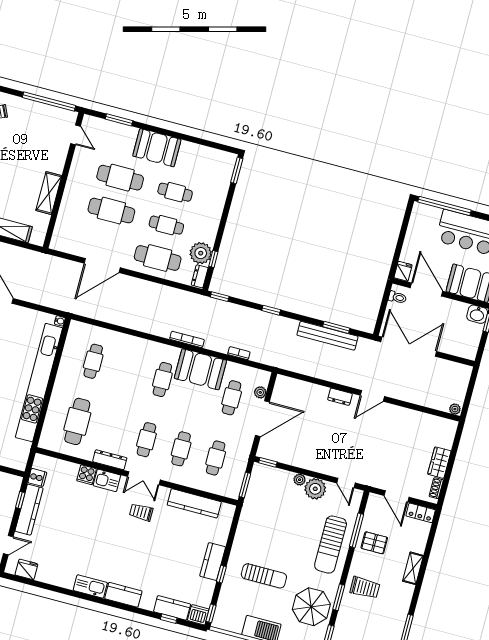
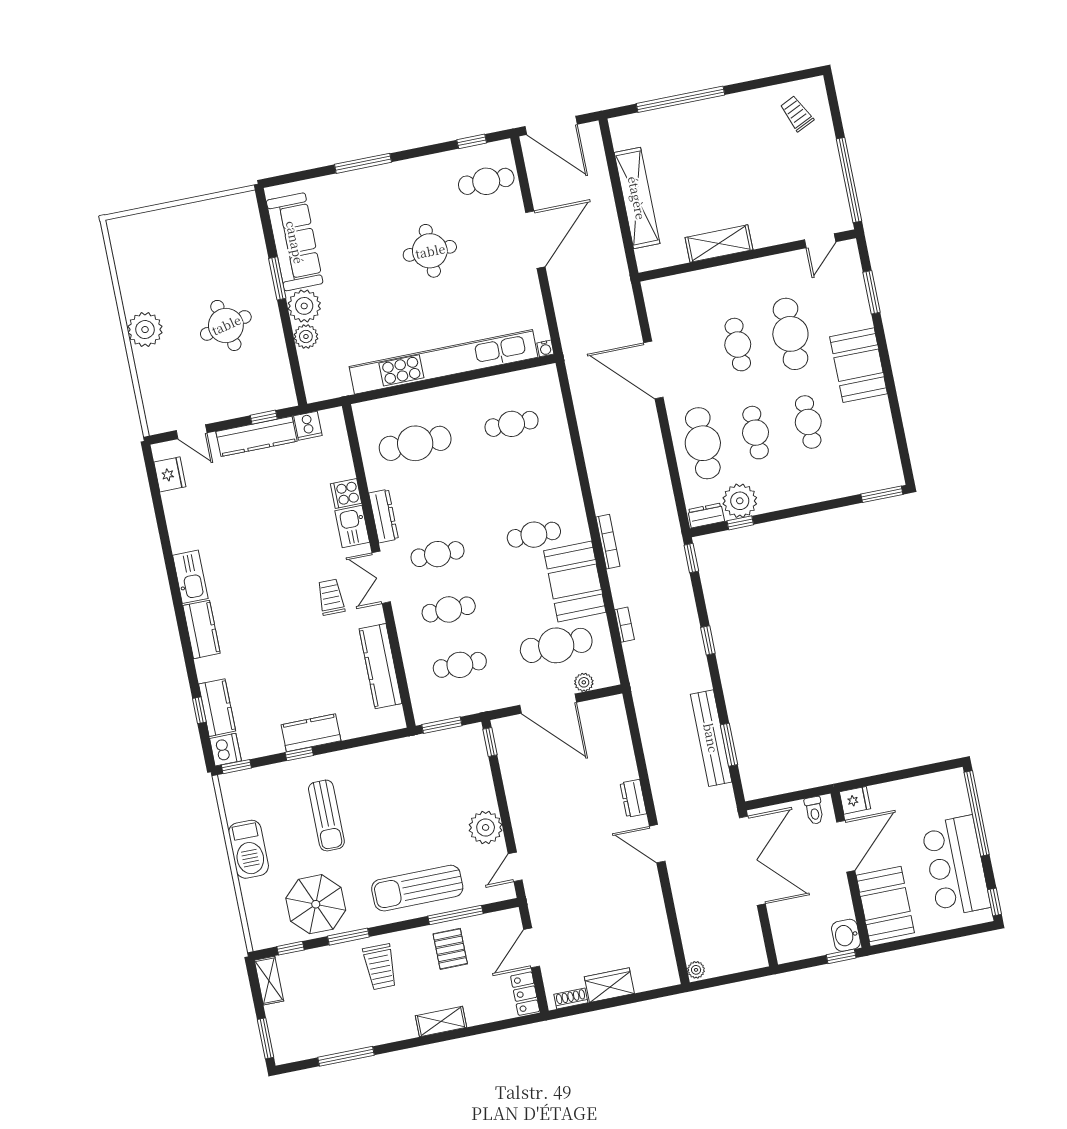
cafe table: (111, 211) -> (738, 345), width x0.73, depth x0.74
cafe table: (232, 398) -> (556, 645), width x1.37, depth x1.35
plant: (300, 480) -> (488, 799), removed

